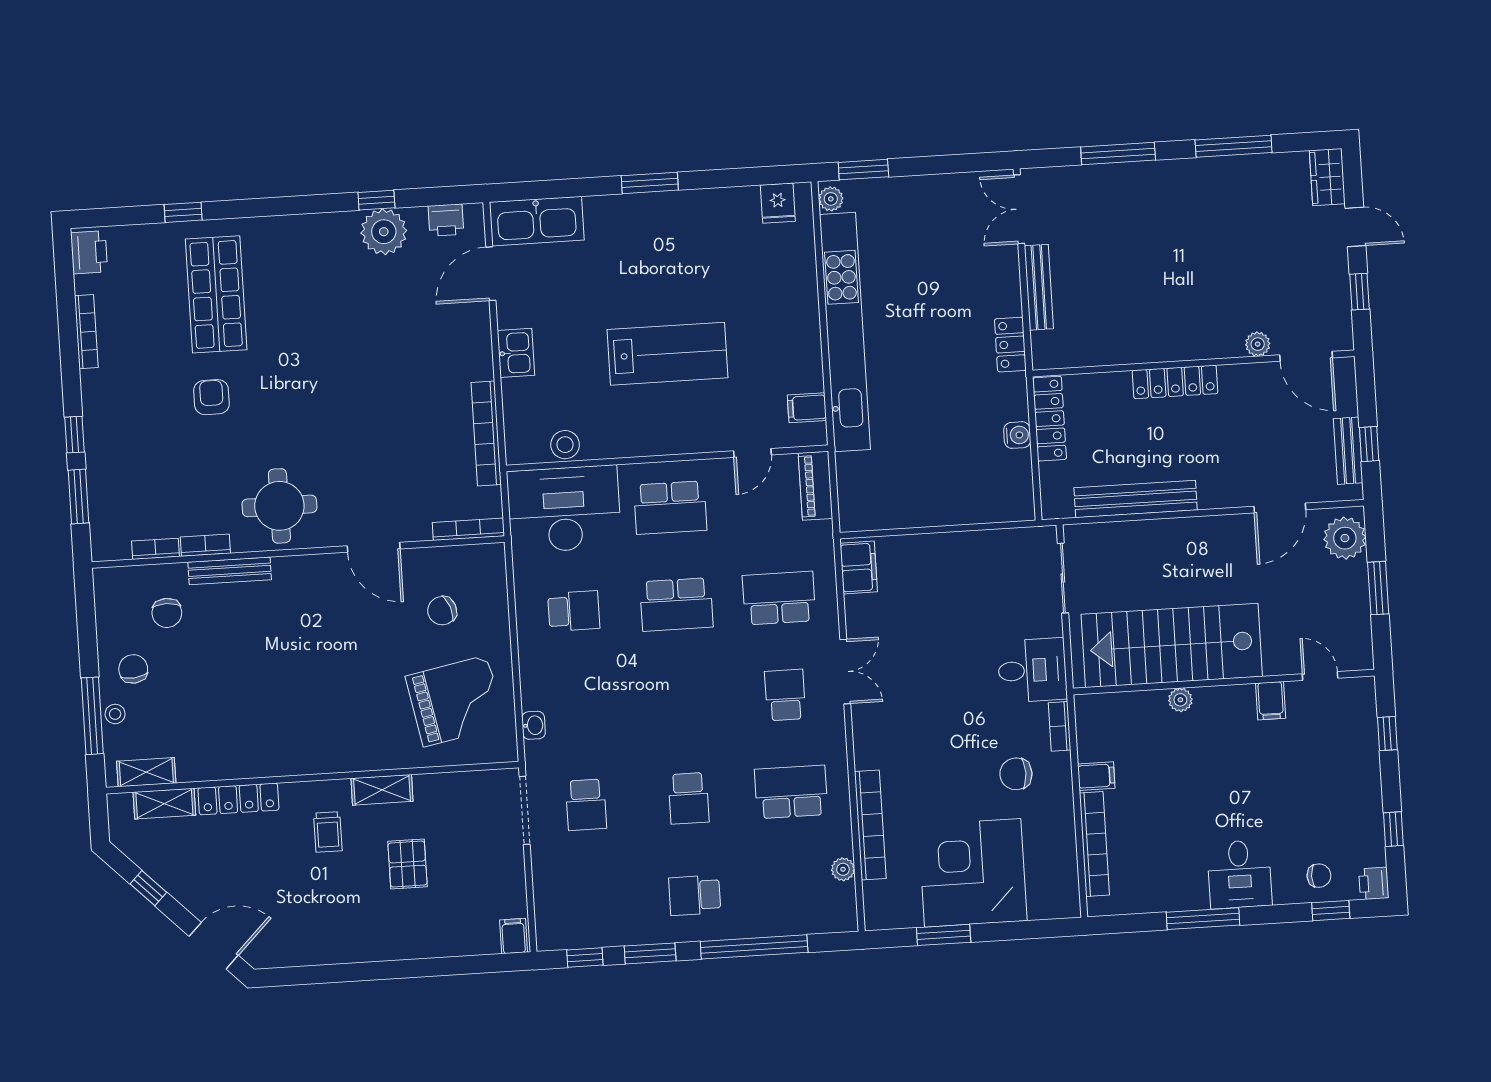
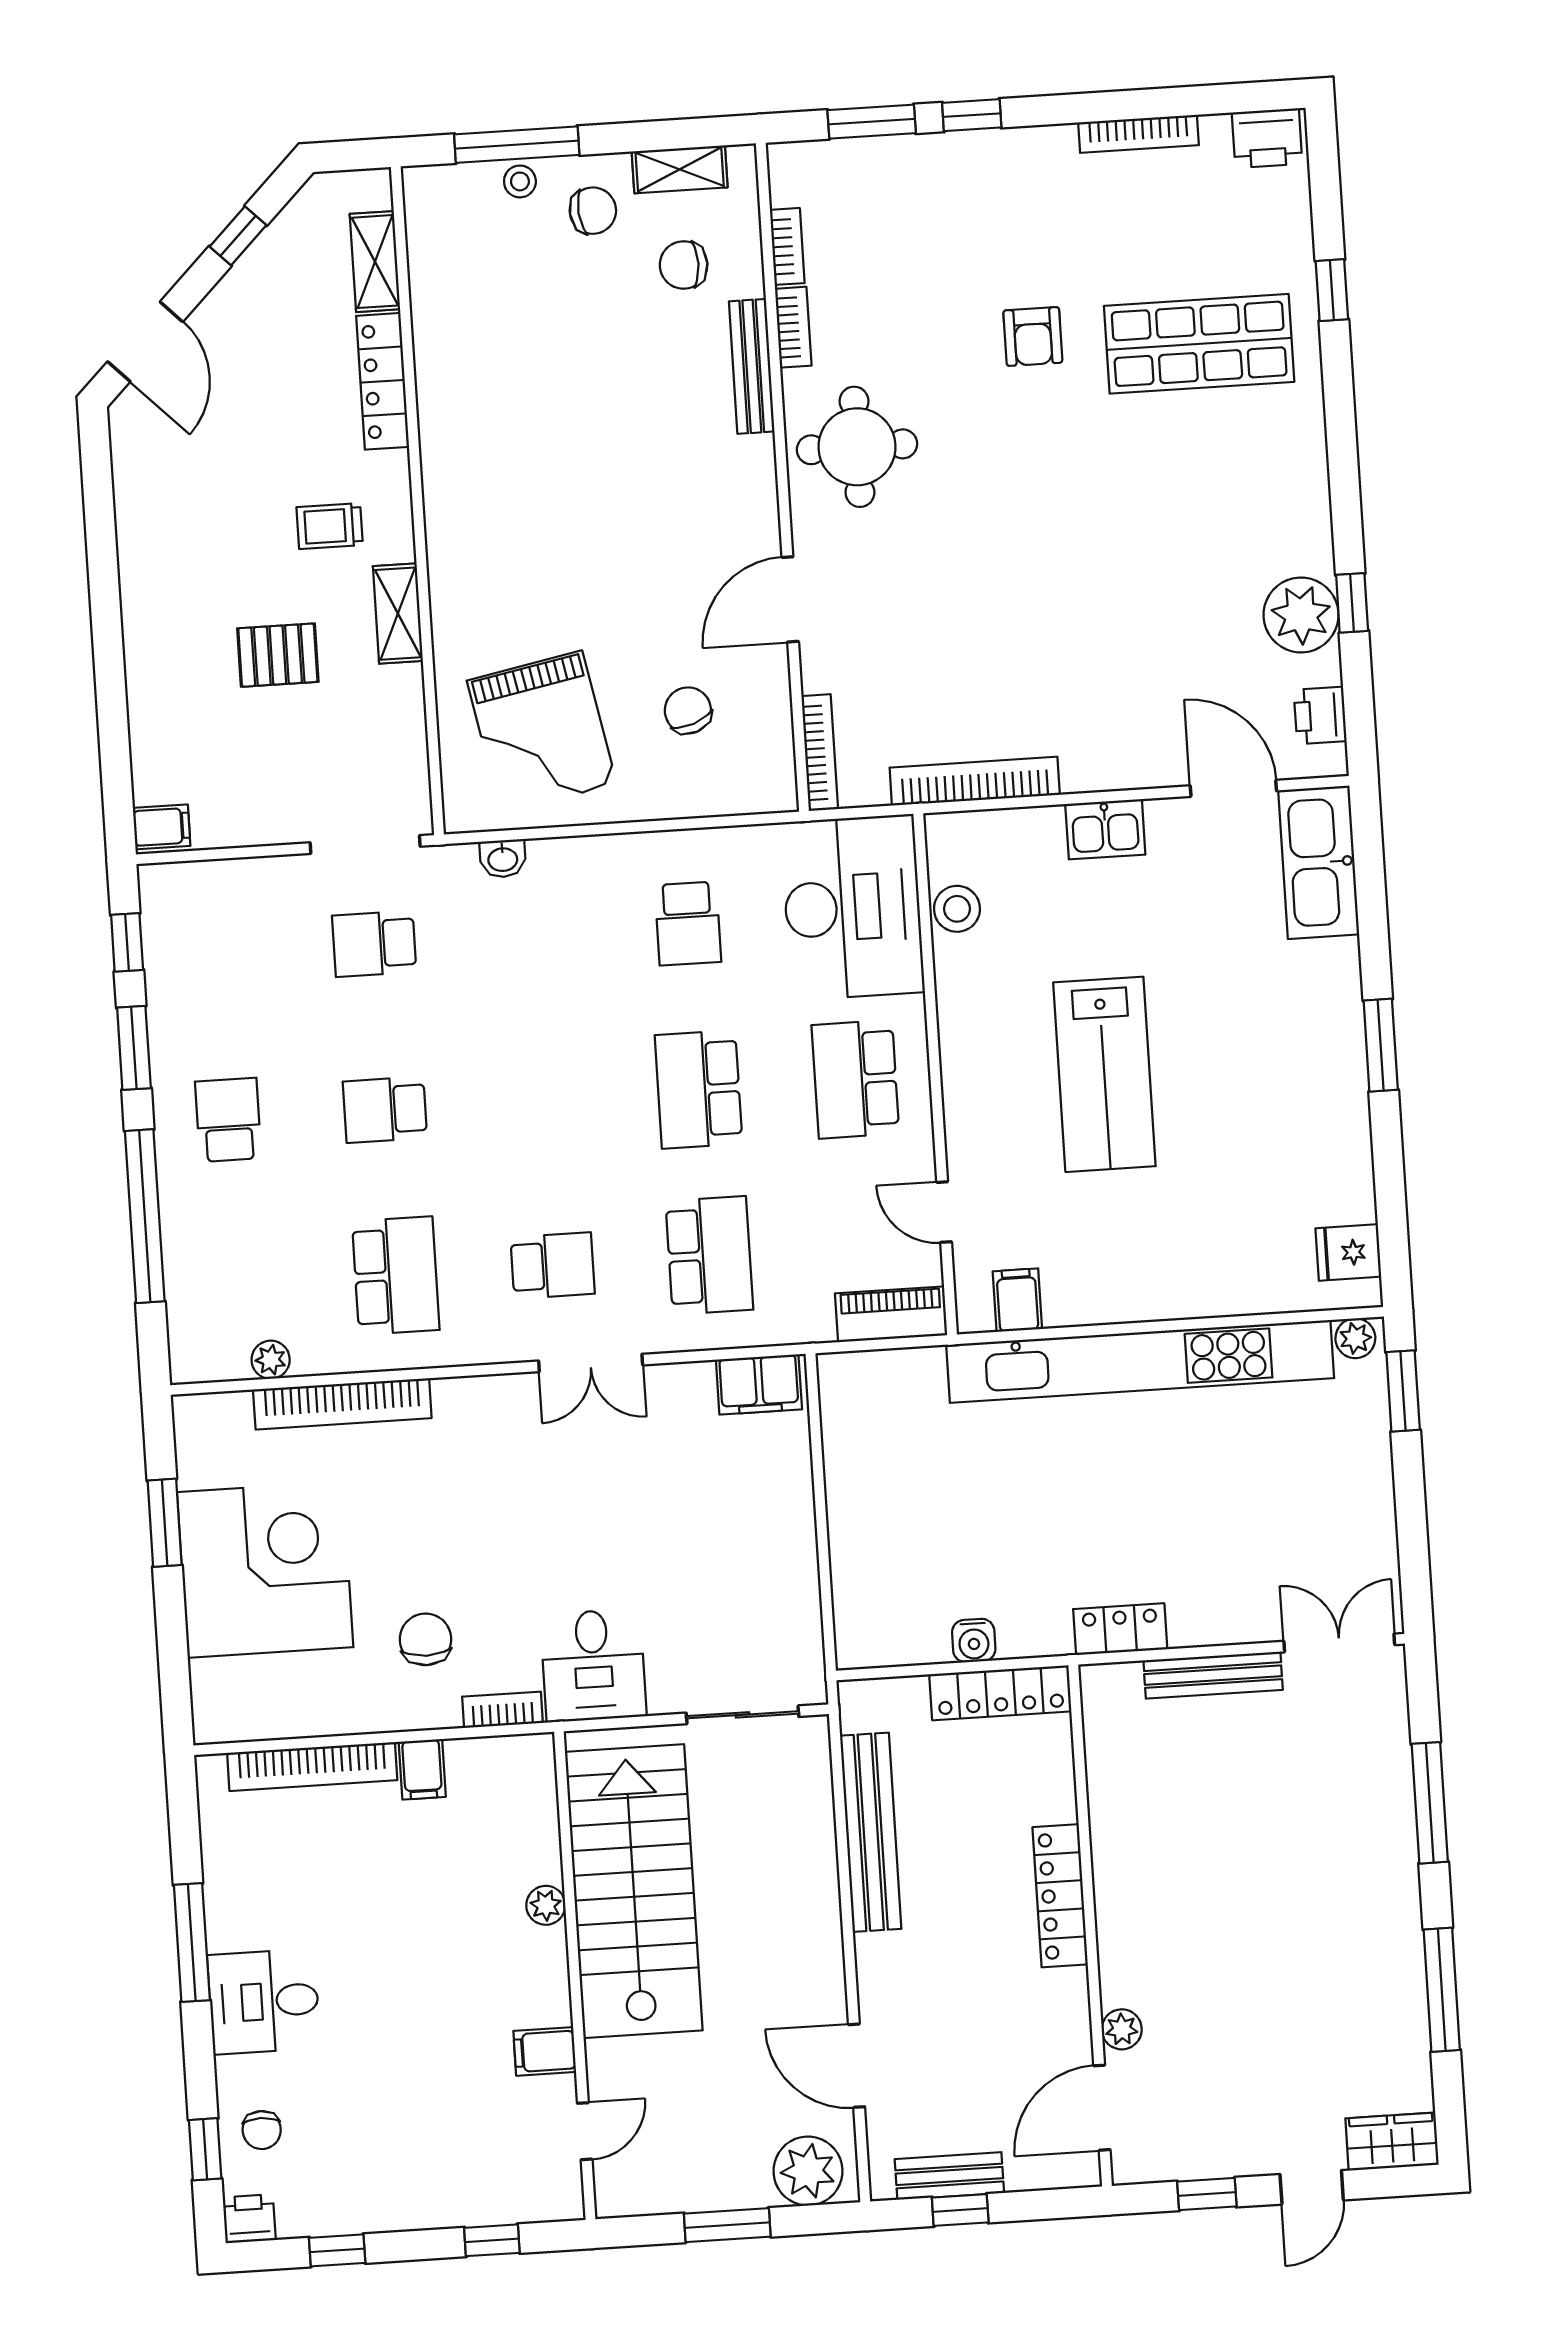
armchair: (211, 397) -> (1033, 337), turned 90
shelving: (146, 772) -> (680, 169), moved, turned 90

